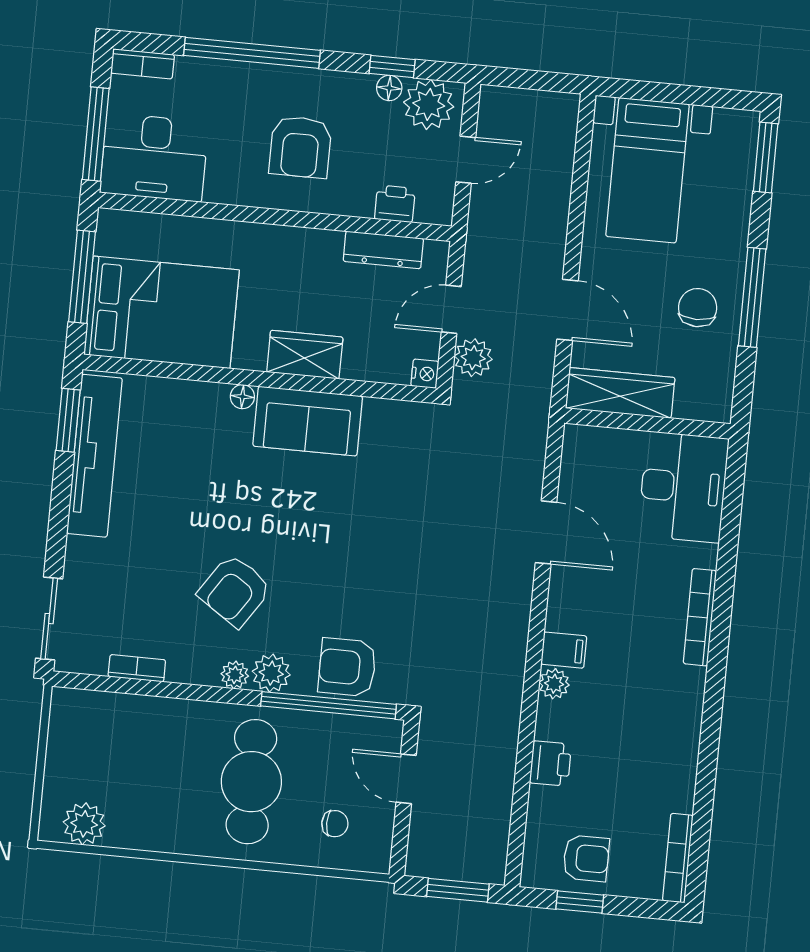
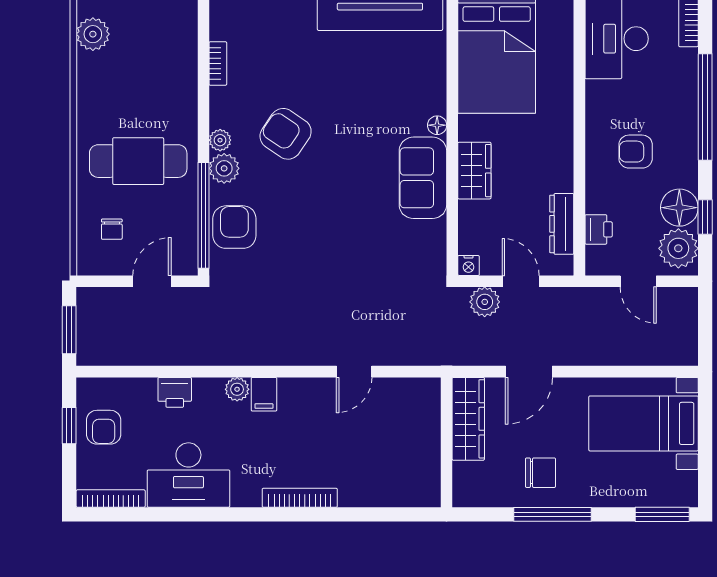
floor lamp: (389, 88) -> (679, 208), width x1.89, depth x1.89
armchair: (300, 147) -> (636, 152), width x0.72, depth x0.72
desk: (683, 487) -> (188, 475), moved
door: (546, 532) -> (354, 372), width x0.73

